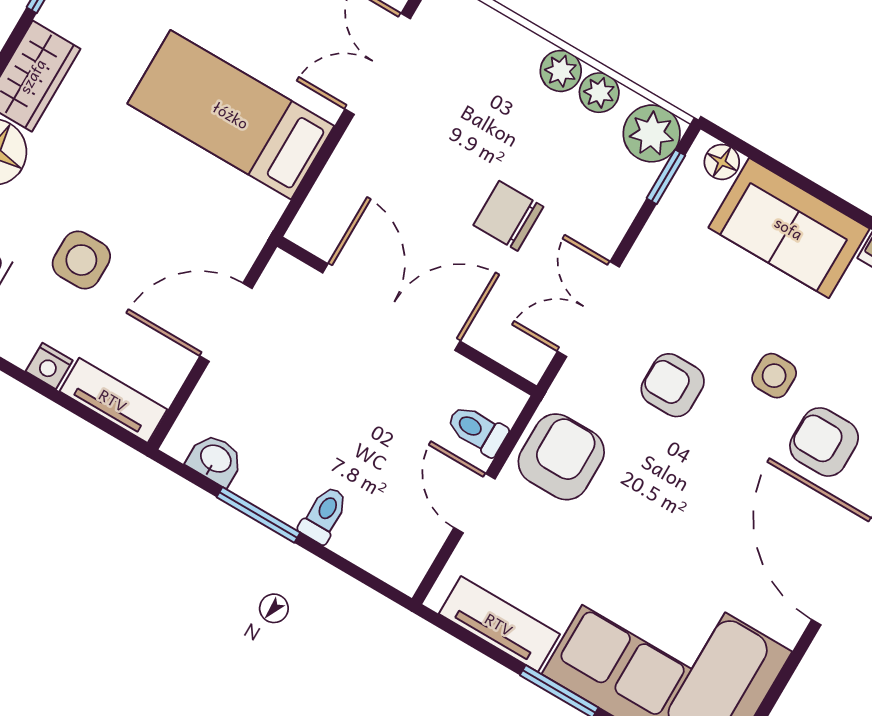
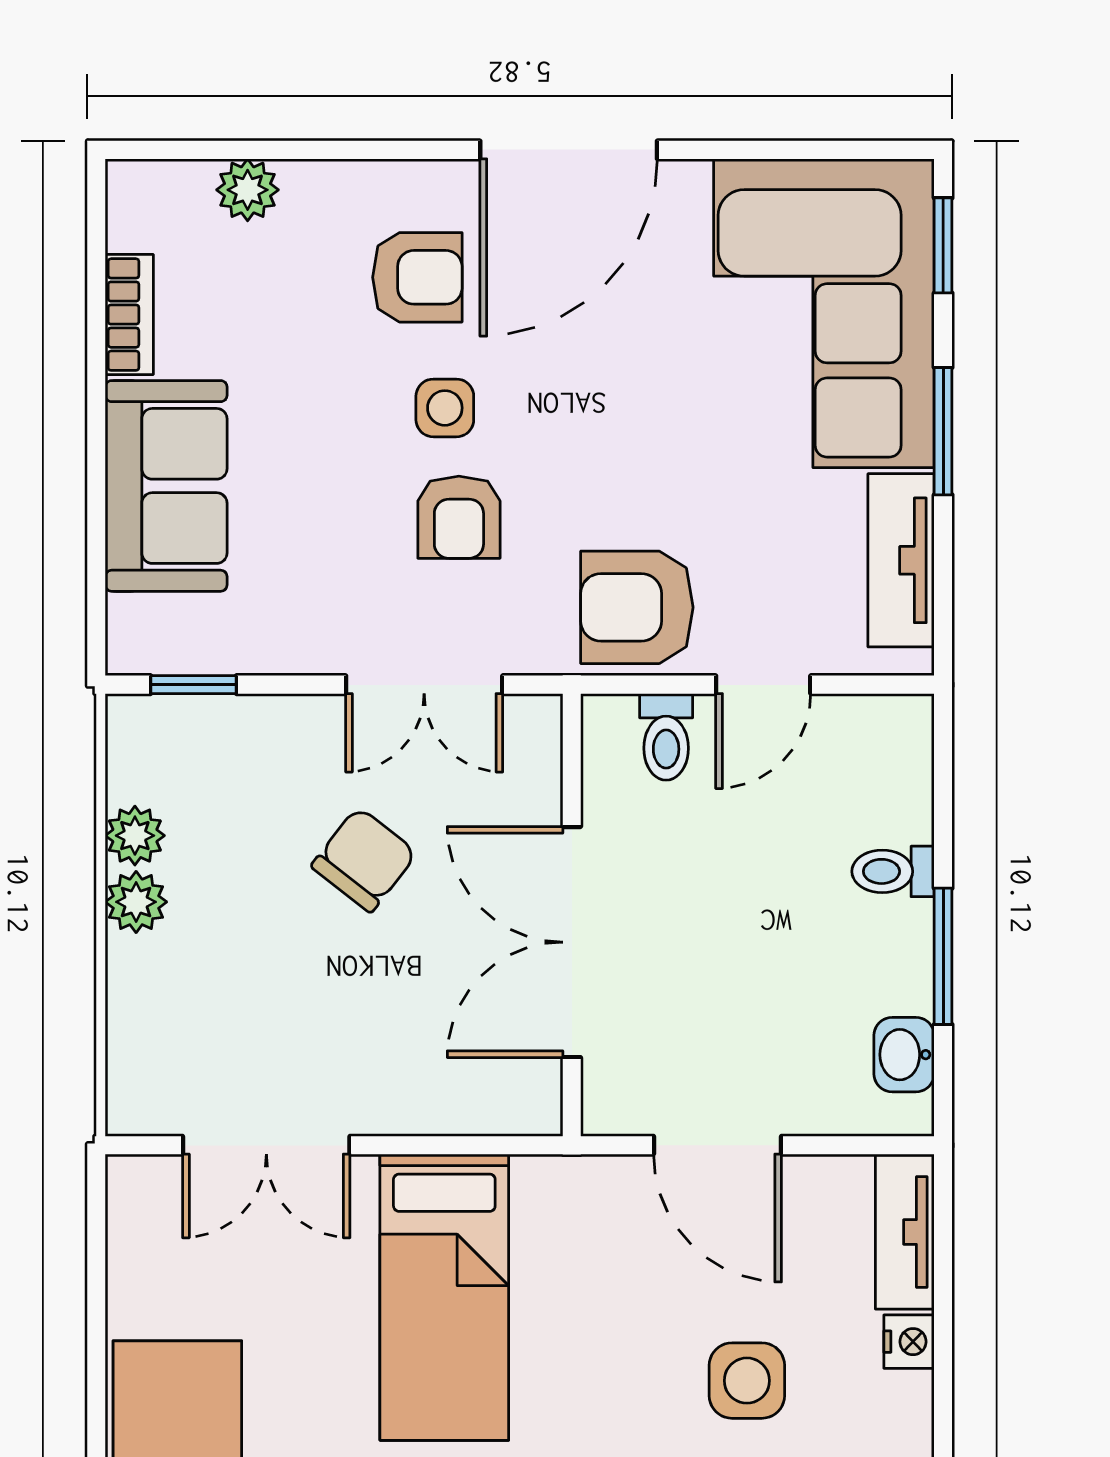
plant: (652, 133) -> (148, 736), removed
floor lamp: (722, 162) -> (131, 623), removed
chair: (508, 216) -> (364, 860), turned -142
side table: (774, 376) -> (445, 408), moved
armchair: (824, 442) -> (417, 277), turned -90

